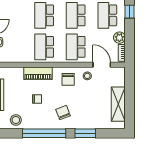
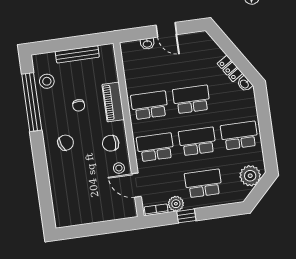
window: (130, 12) -> (186, 216), moved
door: (102, 65) -> (136, 185), swing flipped
shelving: (118, 104) -> (87, 215), removed
window: (44, 133) -> (32, 102), moved
window: (85, 133) -> (42, 176), removed

